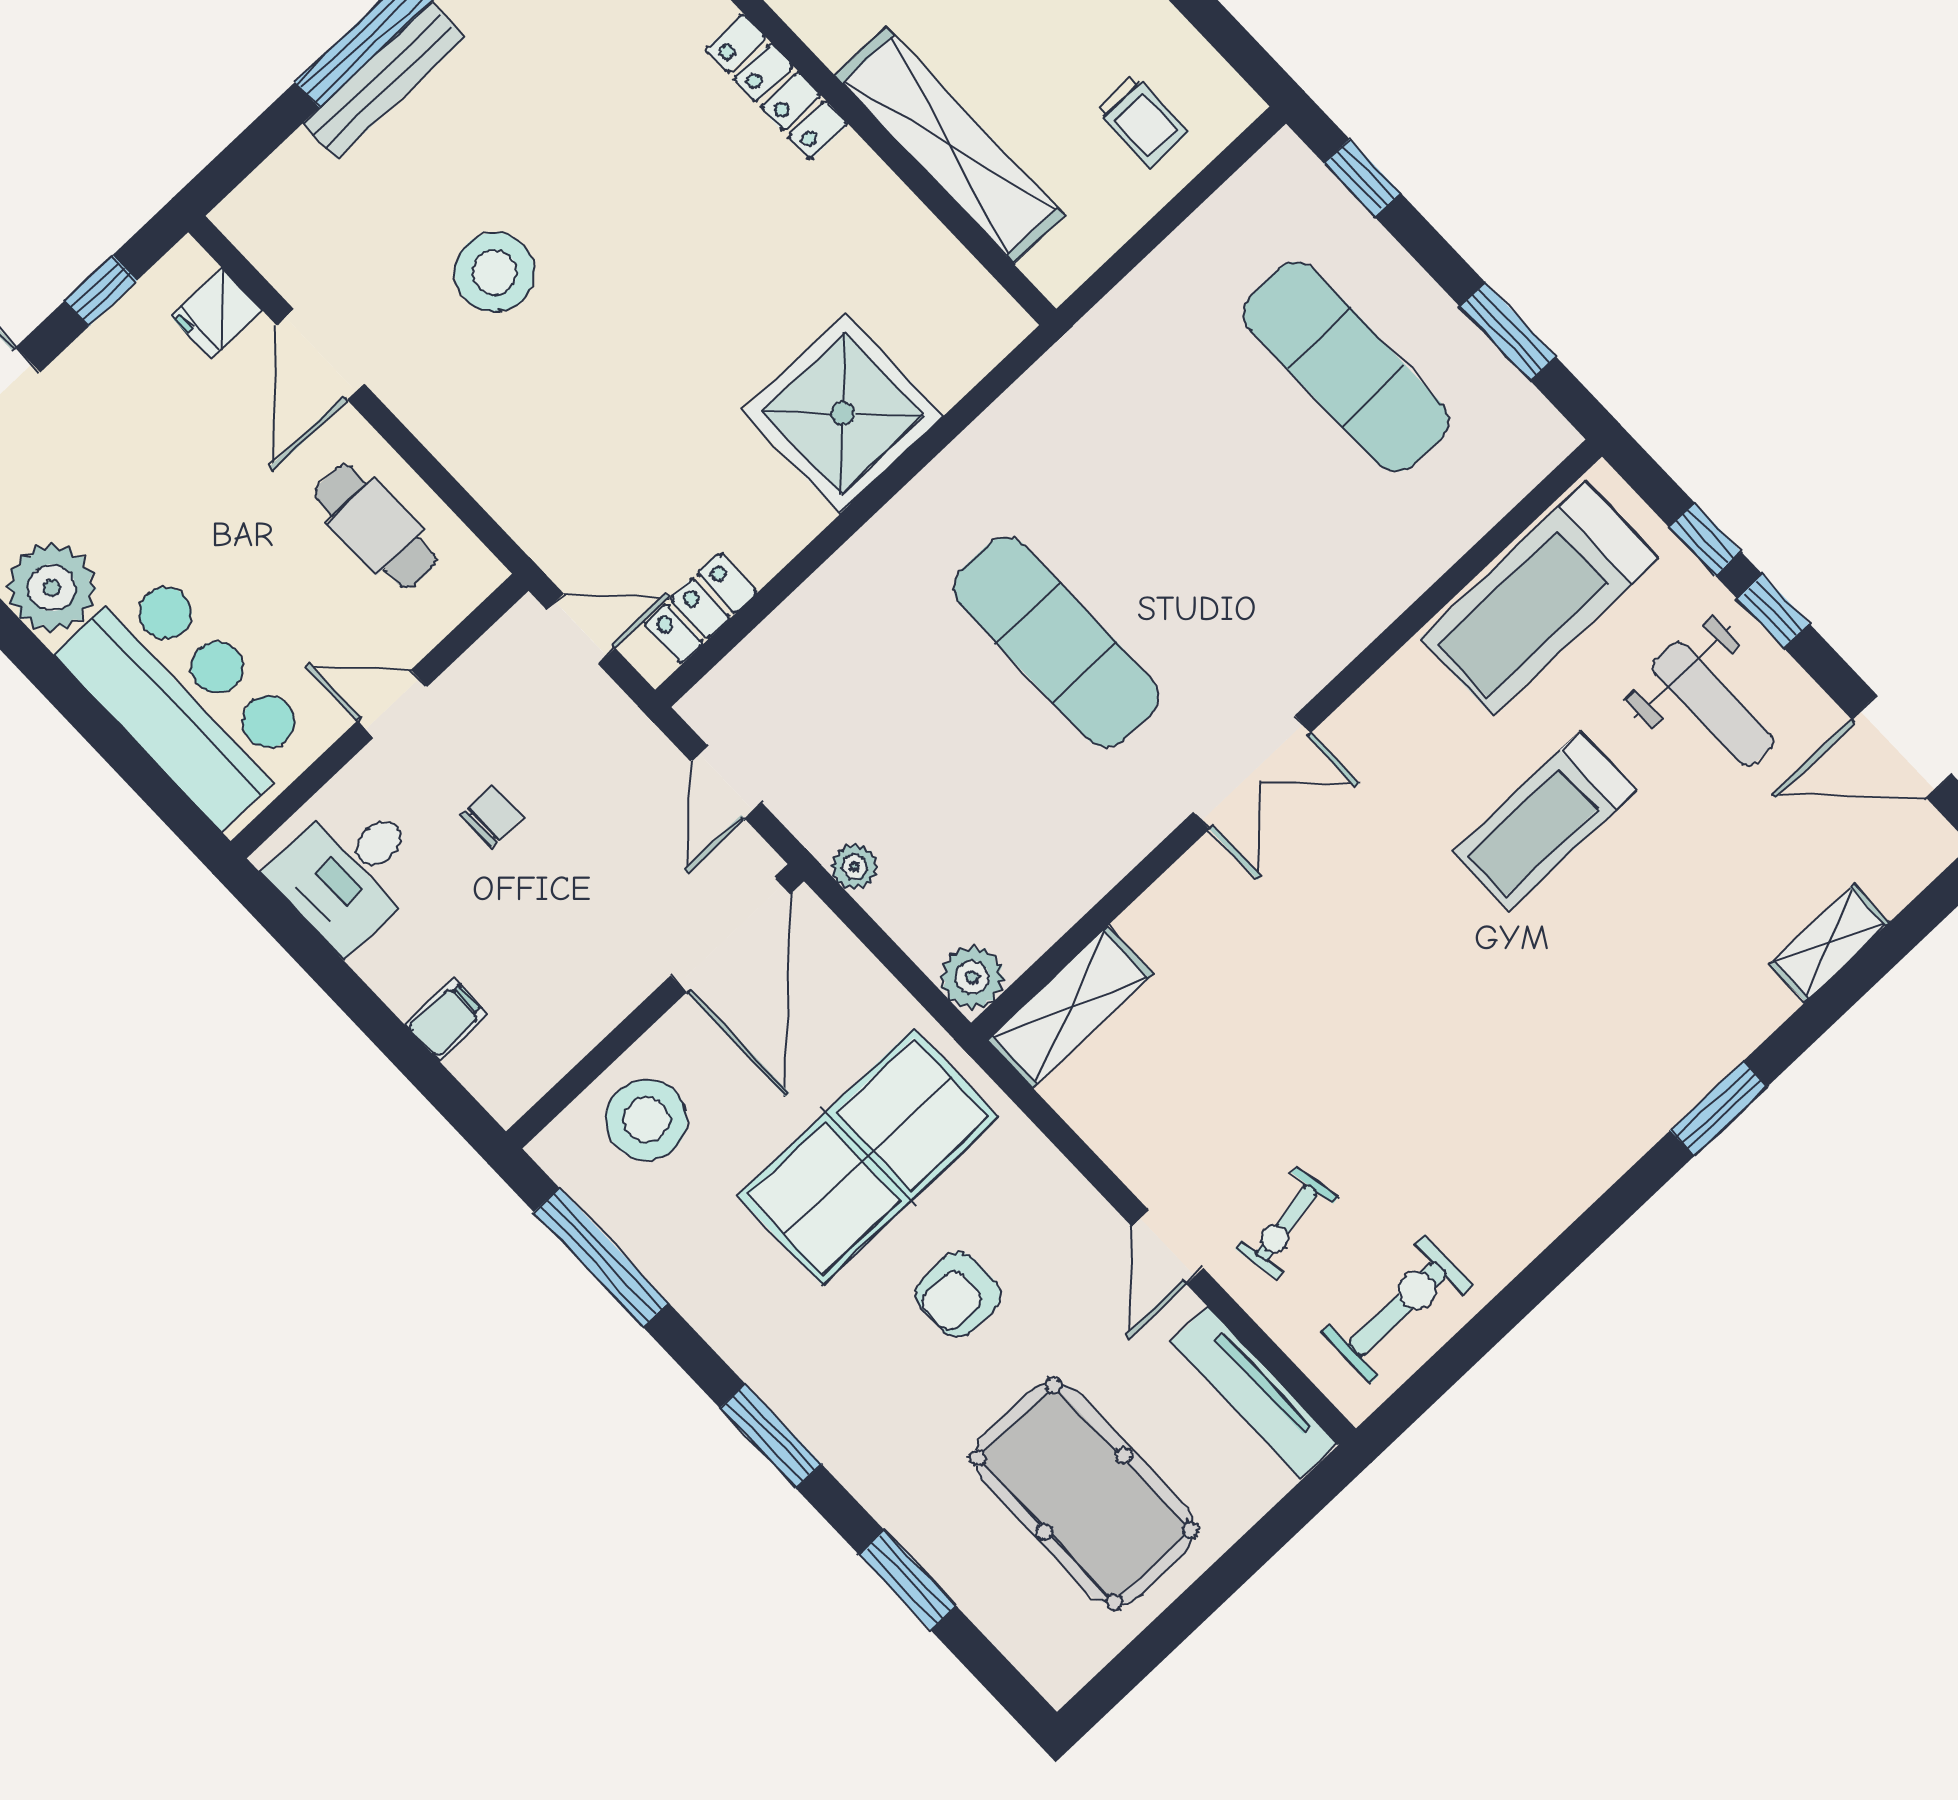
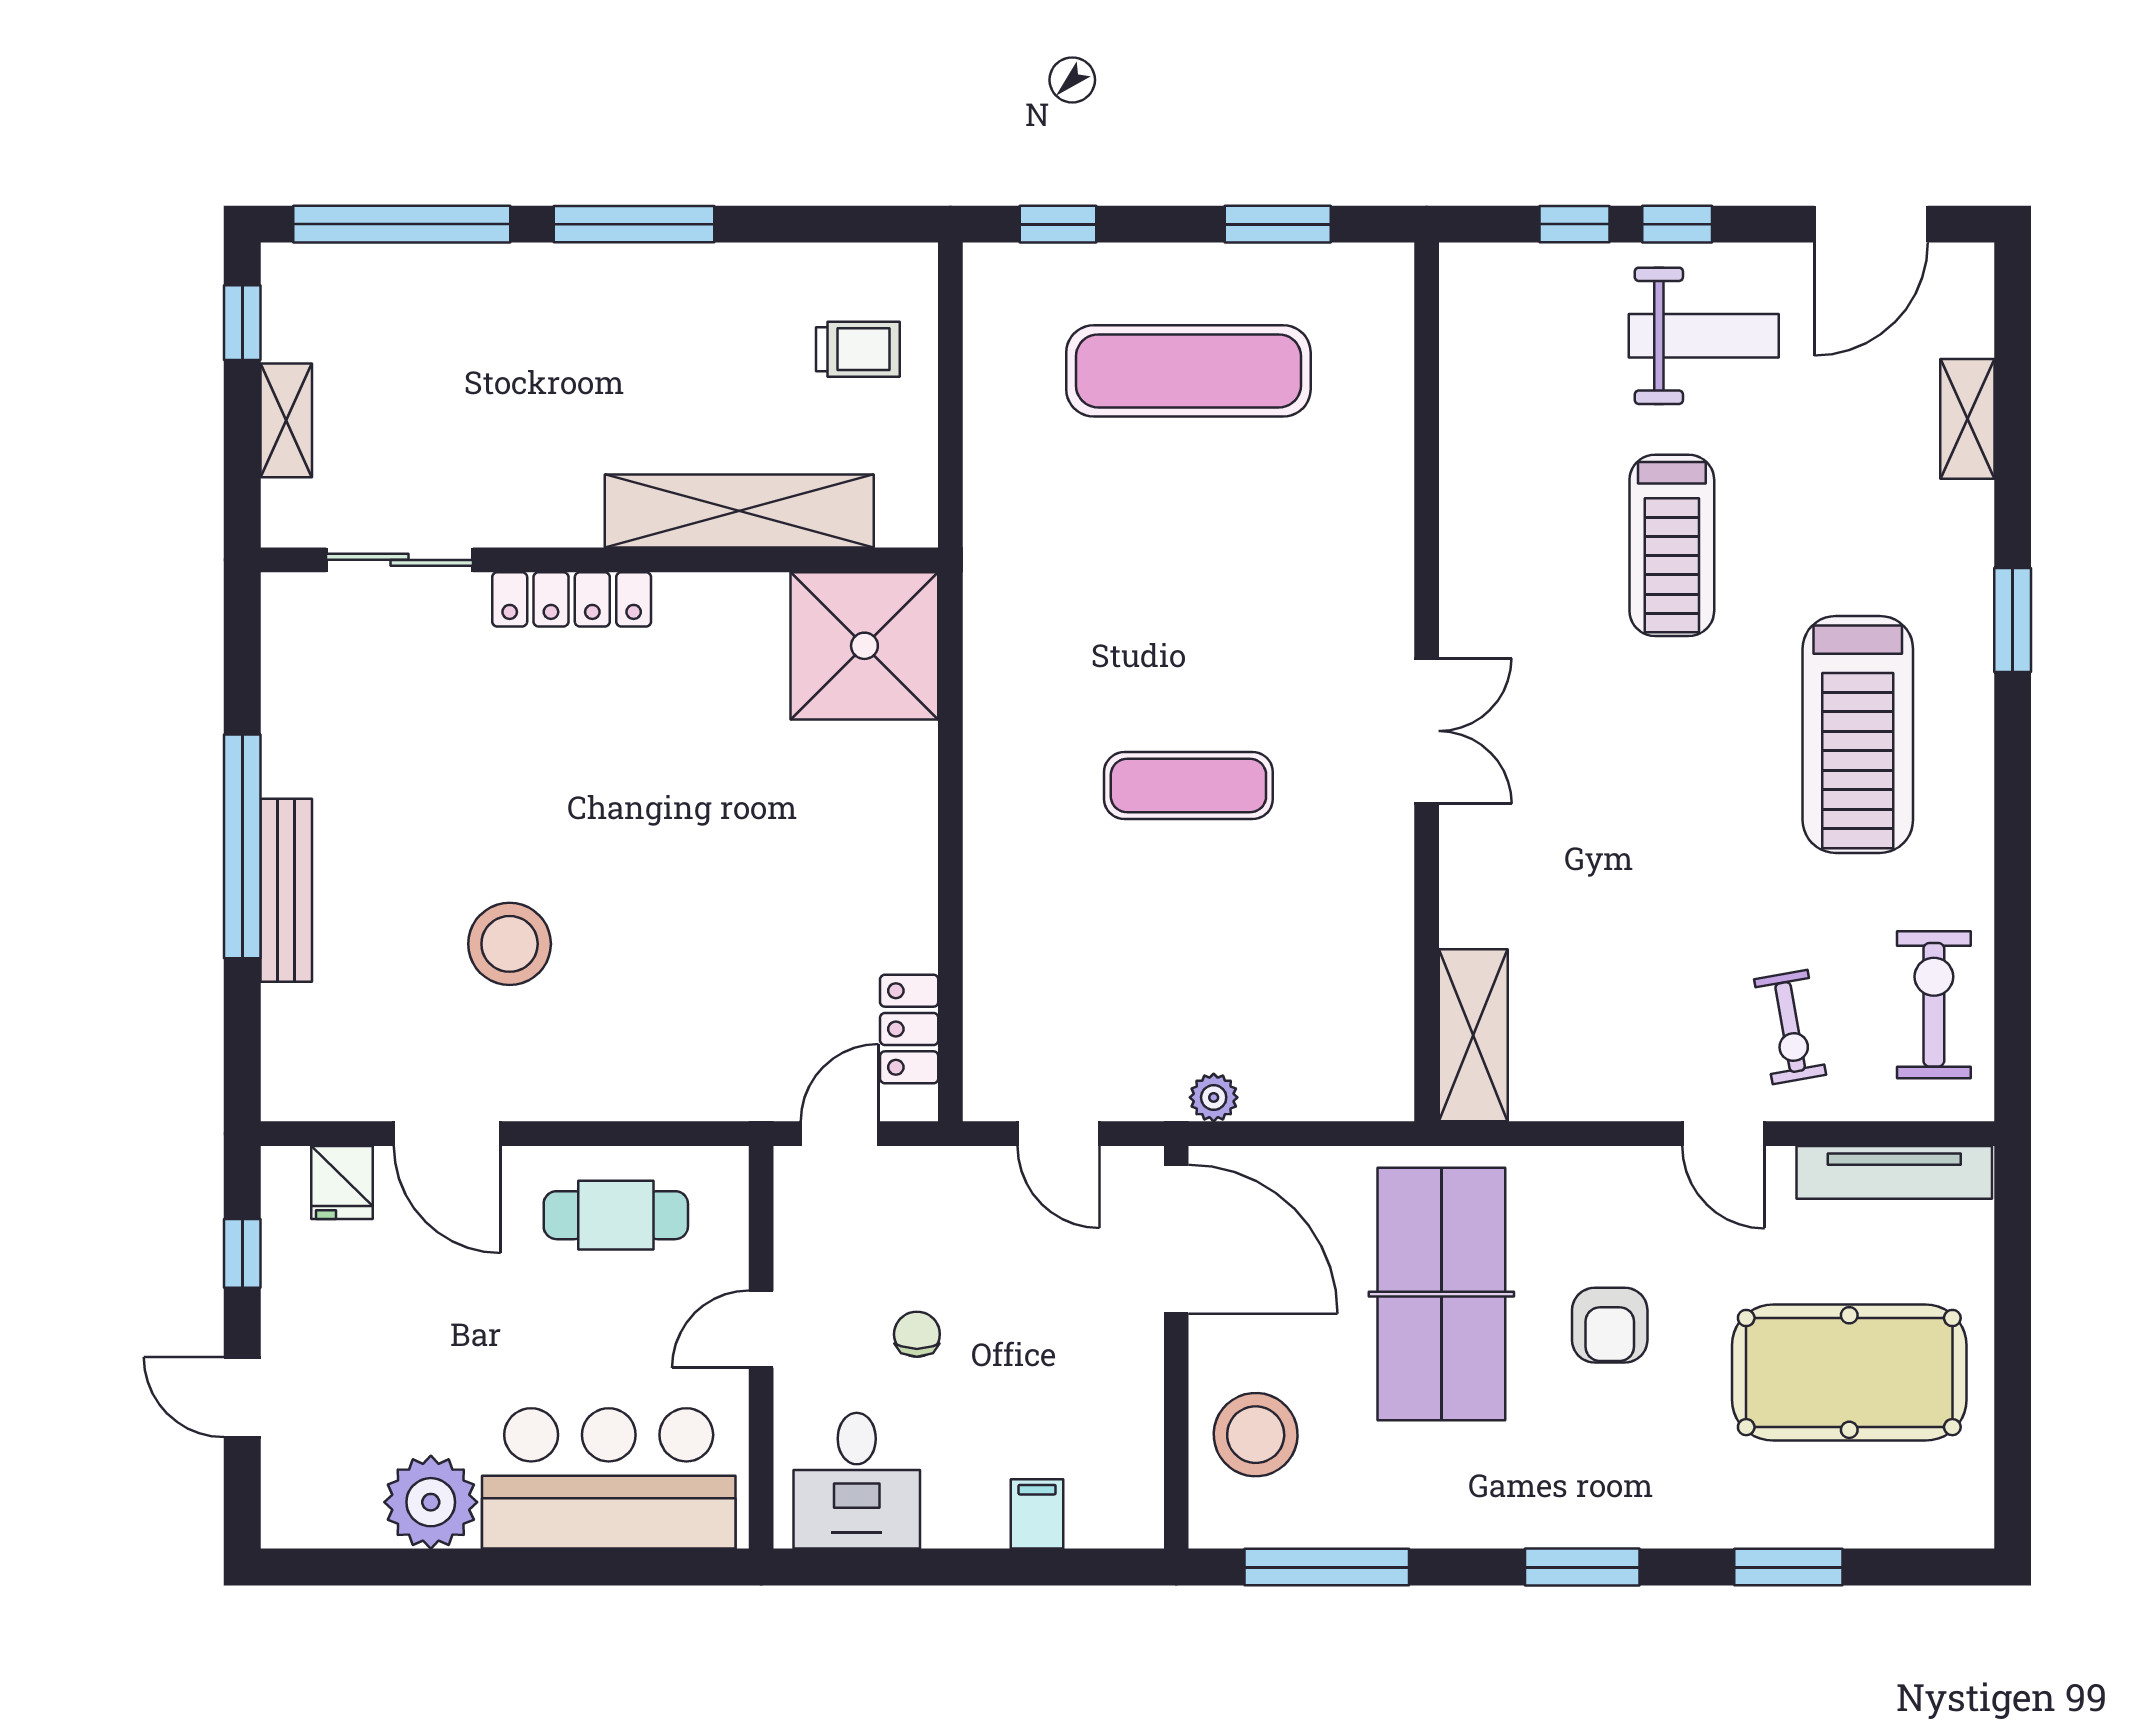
shower: (843, 414) -> (864, 646), moved
treadmill: (1539, 598) -> (1858, 734), moved
exercise mat: (1056, 642) -> (1188, 786), width x0.73, depth x0.69
plant: (972, 977) -> (1381, 1088), removed

